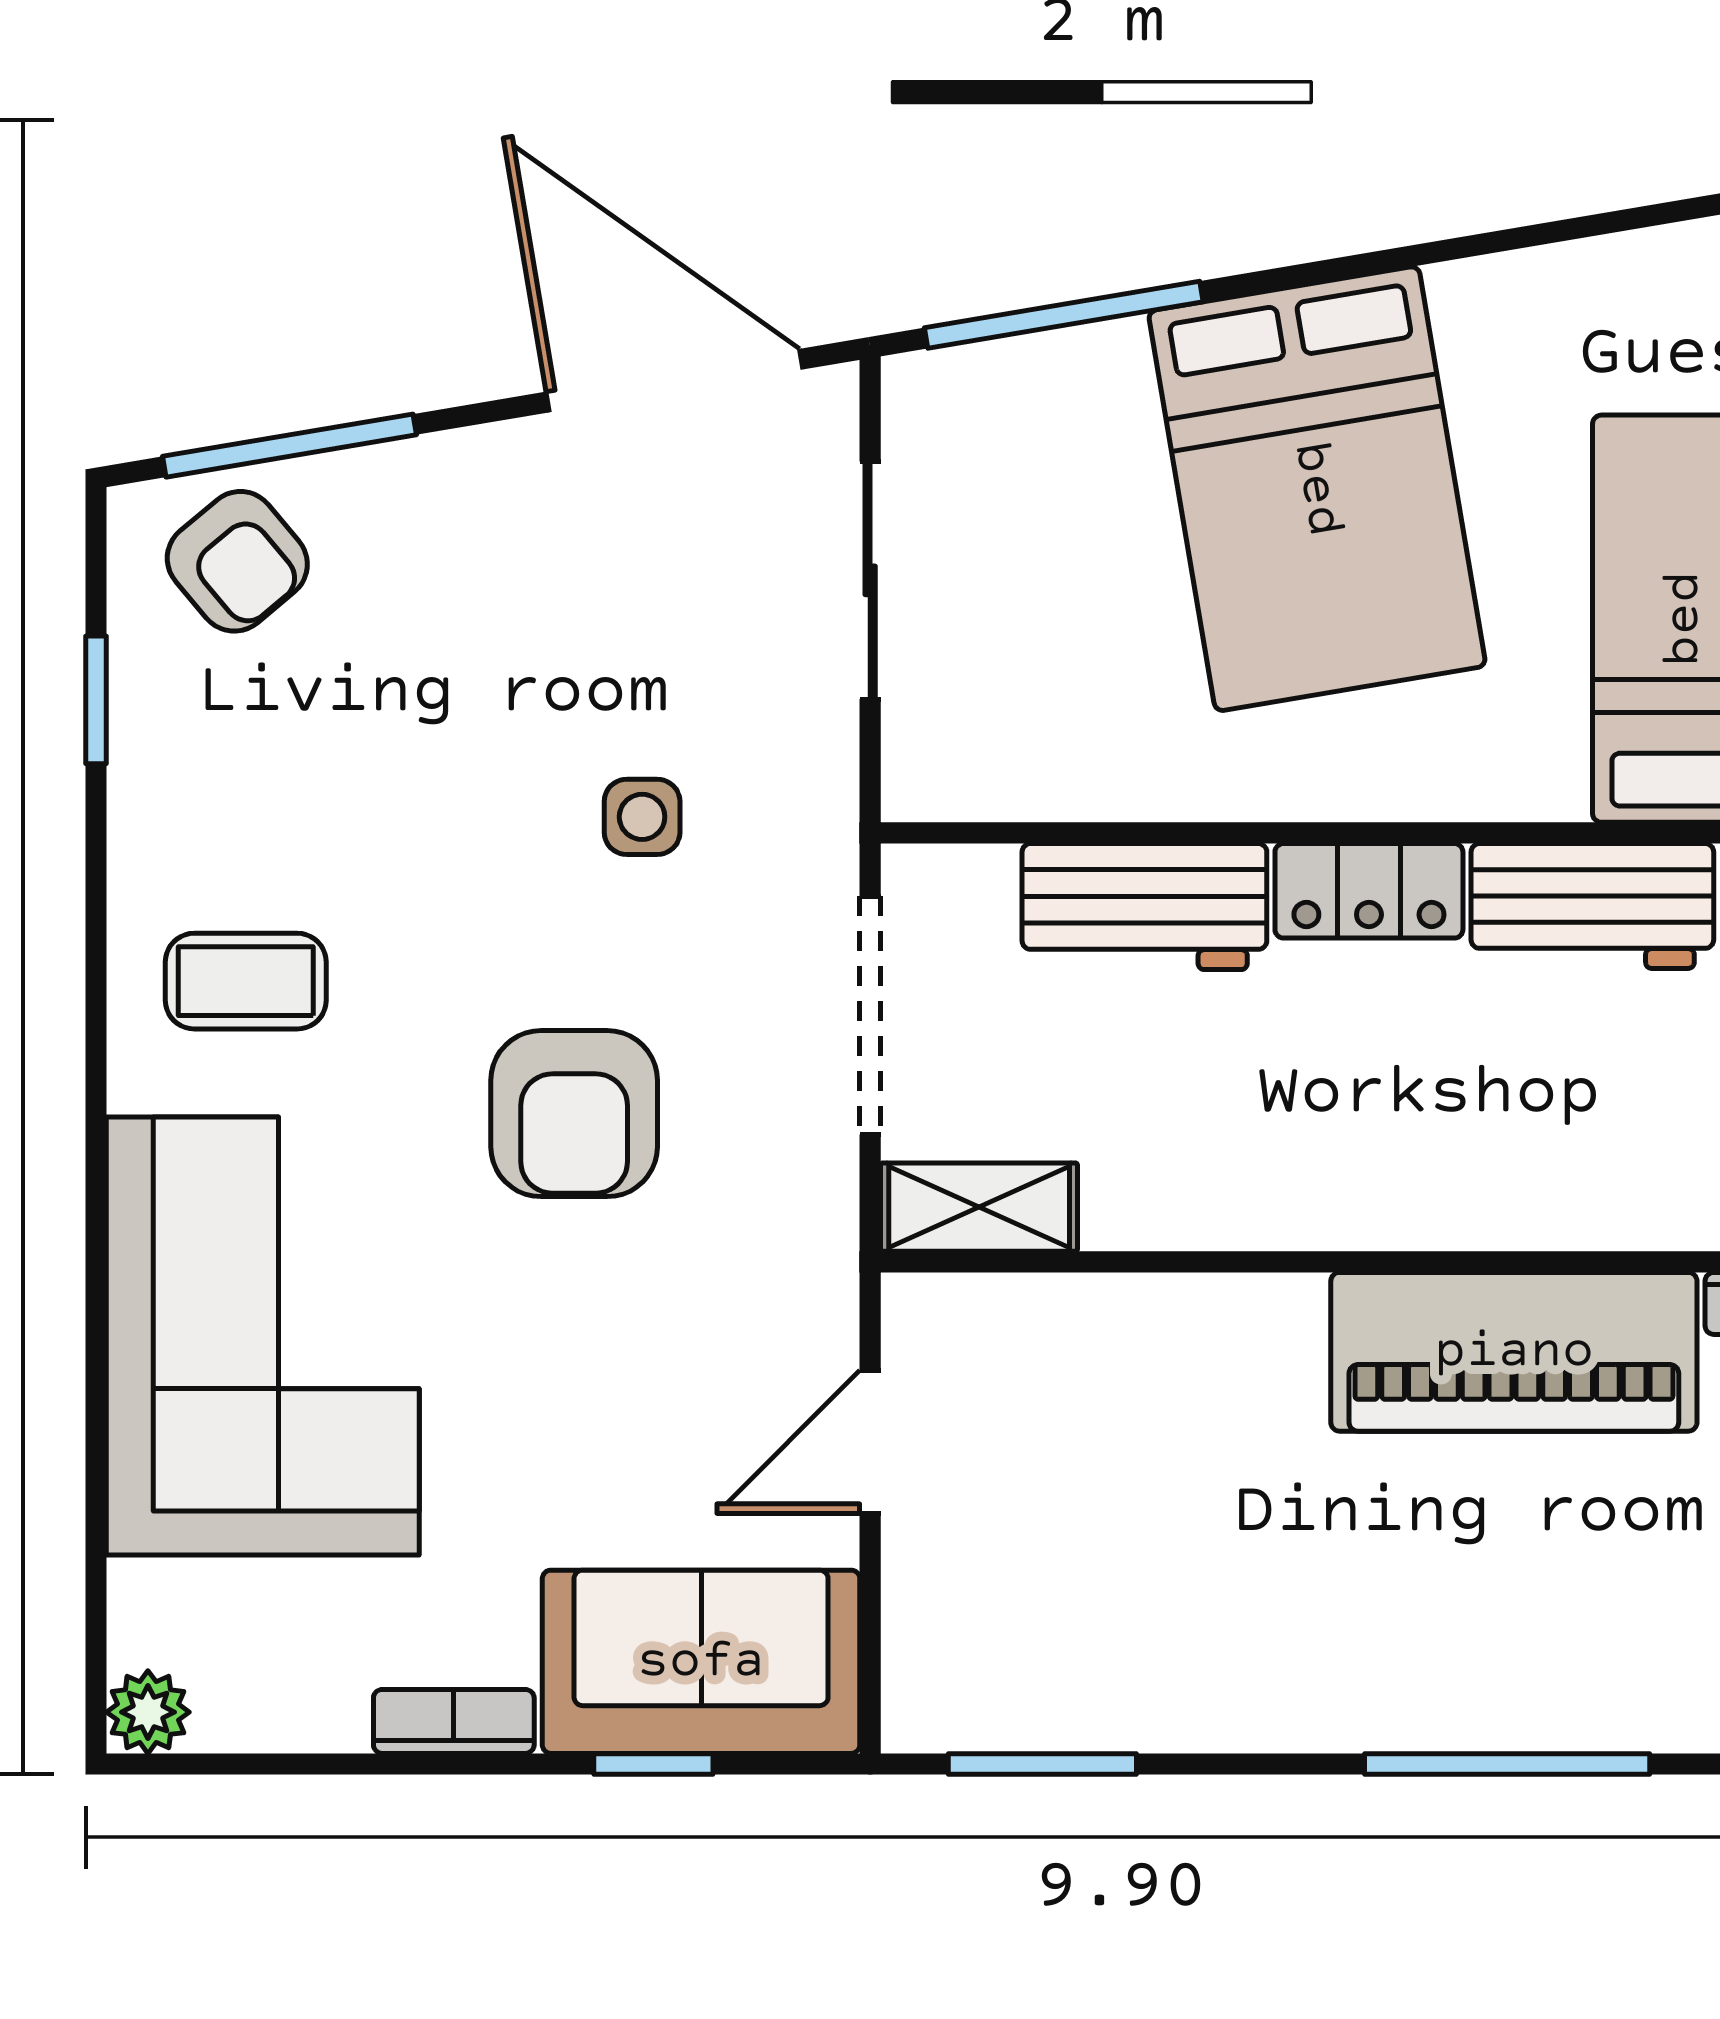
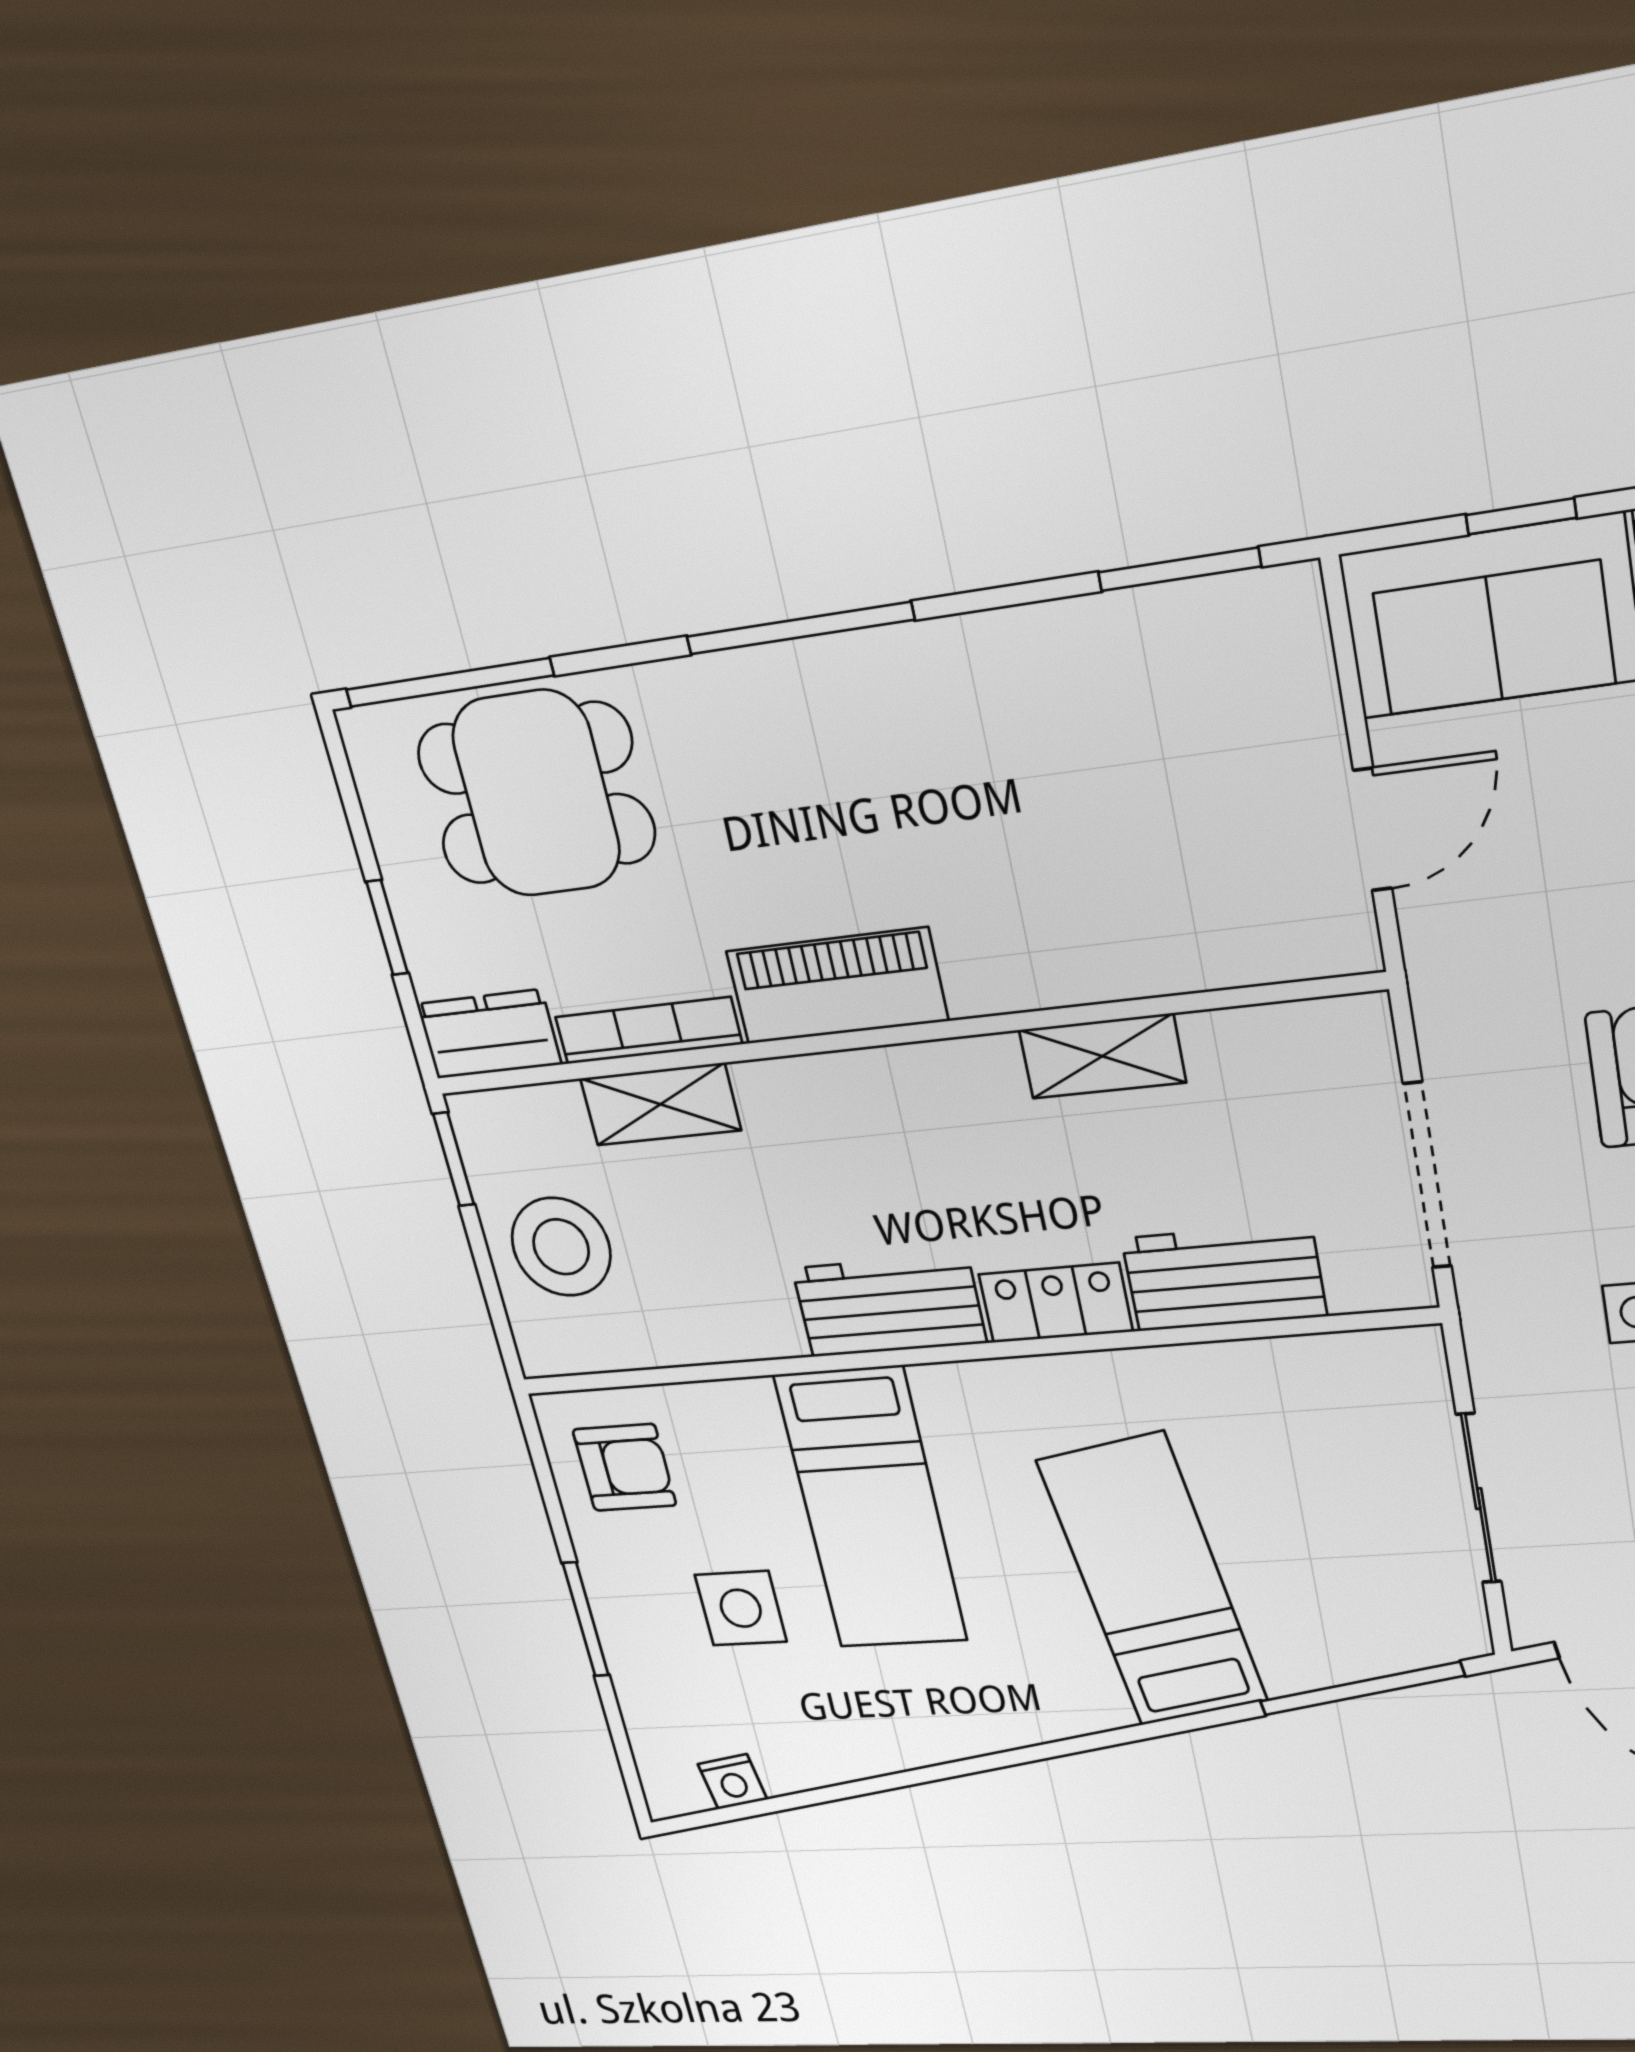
bed: (1317, 489) -> (1153, 1581), width x0.67
shelving: (979, 1207) -> (1102, 1056), moved
piano: (1514, 1352) -> (837, 986), width x0.73, depth x0.75

